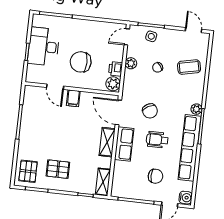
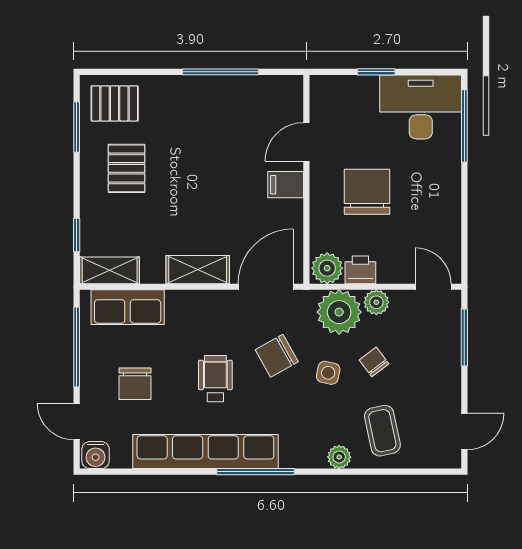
side table: (151, 36) -> (328, 373), moved
desk: (44, 47) -> (421, 107), moved
plant: (133, 81) -> (339, 312), added
plant: (196, 109) -> (339, 457), moved
row of seats: (124, 144) -> (128, 307), moved

